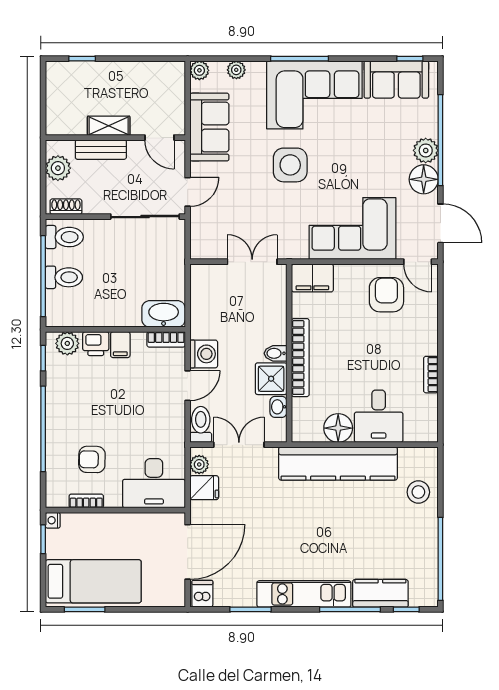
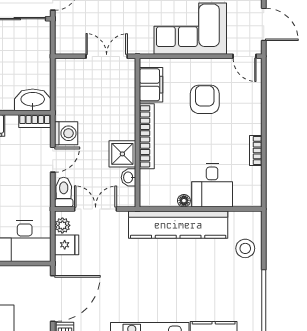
filing cabinet: (312, 278) -> (151, 85), moved, turned -90
armchair: (386, 295) -> (205, 99), moved
bidet: (276, 353) -> (126, 133), removed
floor lamp: (338, 428) -> (184, 201), width x0.53, depth x0.53

